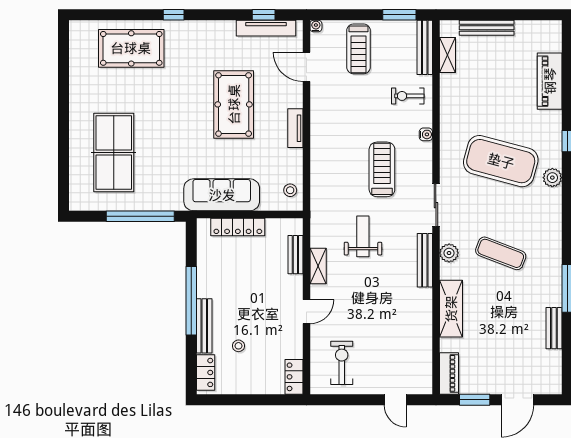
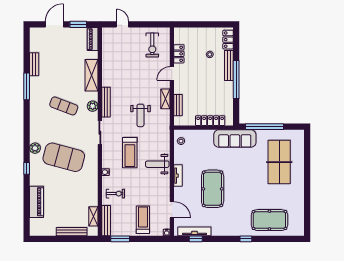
weight bench: (333, 149) -> (157, 164), added
sofa: (222, 195) -> (235, 139), moved
locker: (294, 377) -> (179, 54), moved

